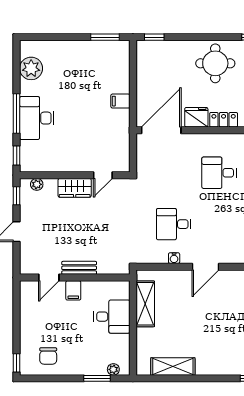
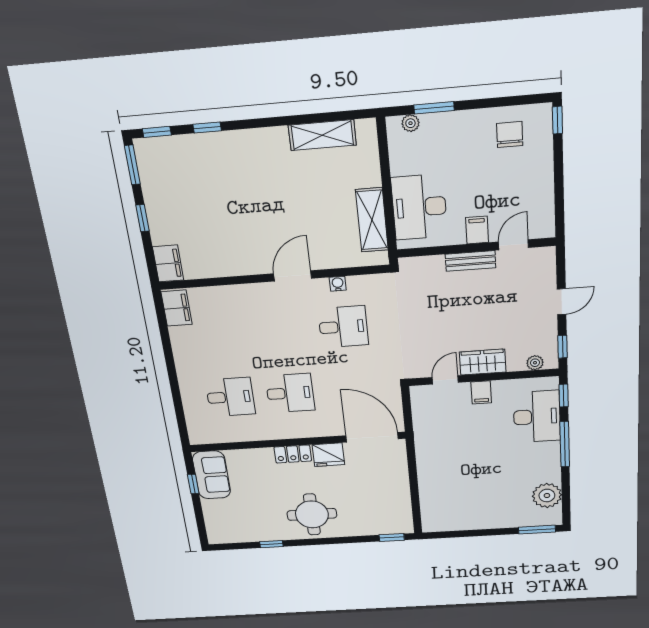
window: (105, 37) -> (537, 530), moved
filing cabinet: (120, 101) -> (481, 392), moved, turned 90
desk: (37, 118) -> (537, 417), moved
door: (161, 130) -> (372, 437), swing flipped
desk: (112, 317) -> (419, 207), width x1.37

